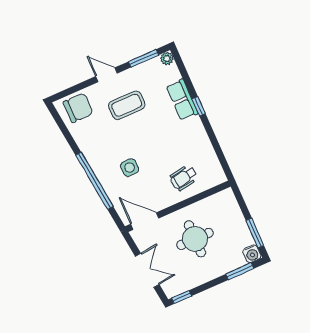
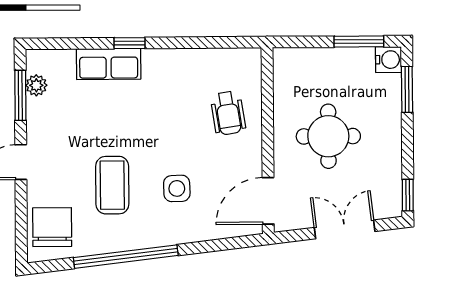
plant: (167, 59) -> (36, 85), moved
coffee table: (127, 105) -> (112, 185), moved
window: (94, 181) -> (126, 257), moved

